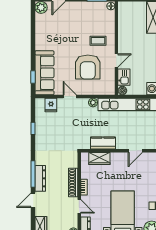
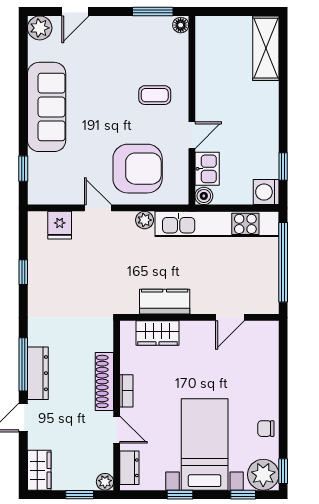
armchair: (88, 67) -> (138, 169), moved, turned -90
sofa: (44, 73) -> (47, 107), moved

